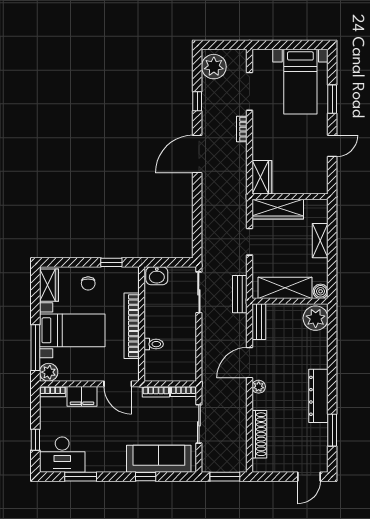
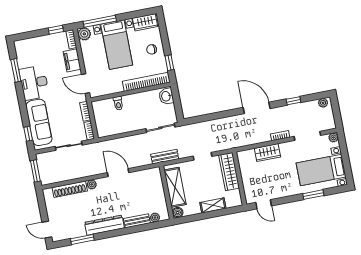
plant: (259, 56) -> (333, 137), added
plant: (214, 67) -> (323, 103), width x0.53, depth x0.53
door: (332, 146) -> (264, 204), moved
wardrobe: (262, 177) -> (267, 153), moved
plant: (316, 318) -> (155, 217), width x0.53, depth x0.53
bench: (259, 322) -> (137, 221), moved
bookcase: (132, 326) -> (146, 82), moved
door: (118, 384) -> (86, 84), hinge flipped
plant: (259, 387) -> (92, 184), moved
window: (35, 440) -> (56, 30), moved
desk: (62, 455) -> (34, 83), moved
window: (146, 477) -> (28, 134), moved

